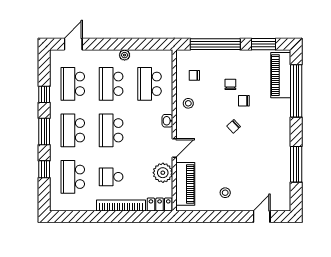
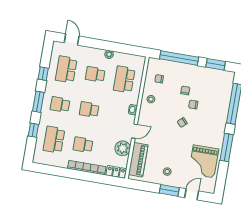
door: (73, 44) -> (72, 39), hinge flipped
piano: (281, 75) -> (225, 90), removed
school desk: (111, 84) -> (95, 74), width x0.54
school desk: (73, 130) -> (60, 105), width x0.54
school desk: (111, 130) -> (89, 110), width x0.54
window: (296, 164) -> (227, 148), moved
grand piano: (270, 172) -> (204, 161), added
window: (232, 217) -> (169, 190), added

